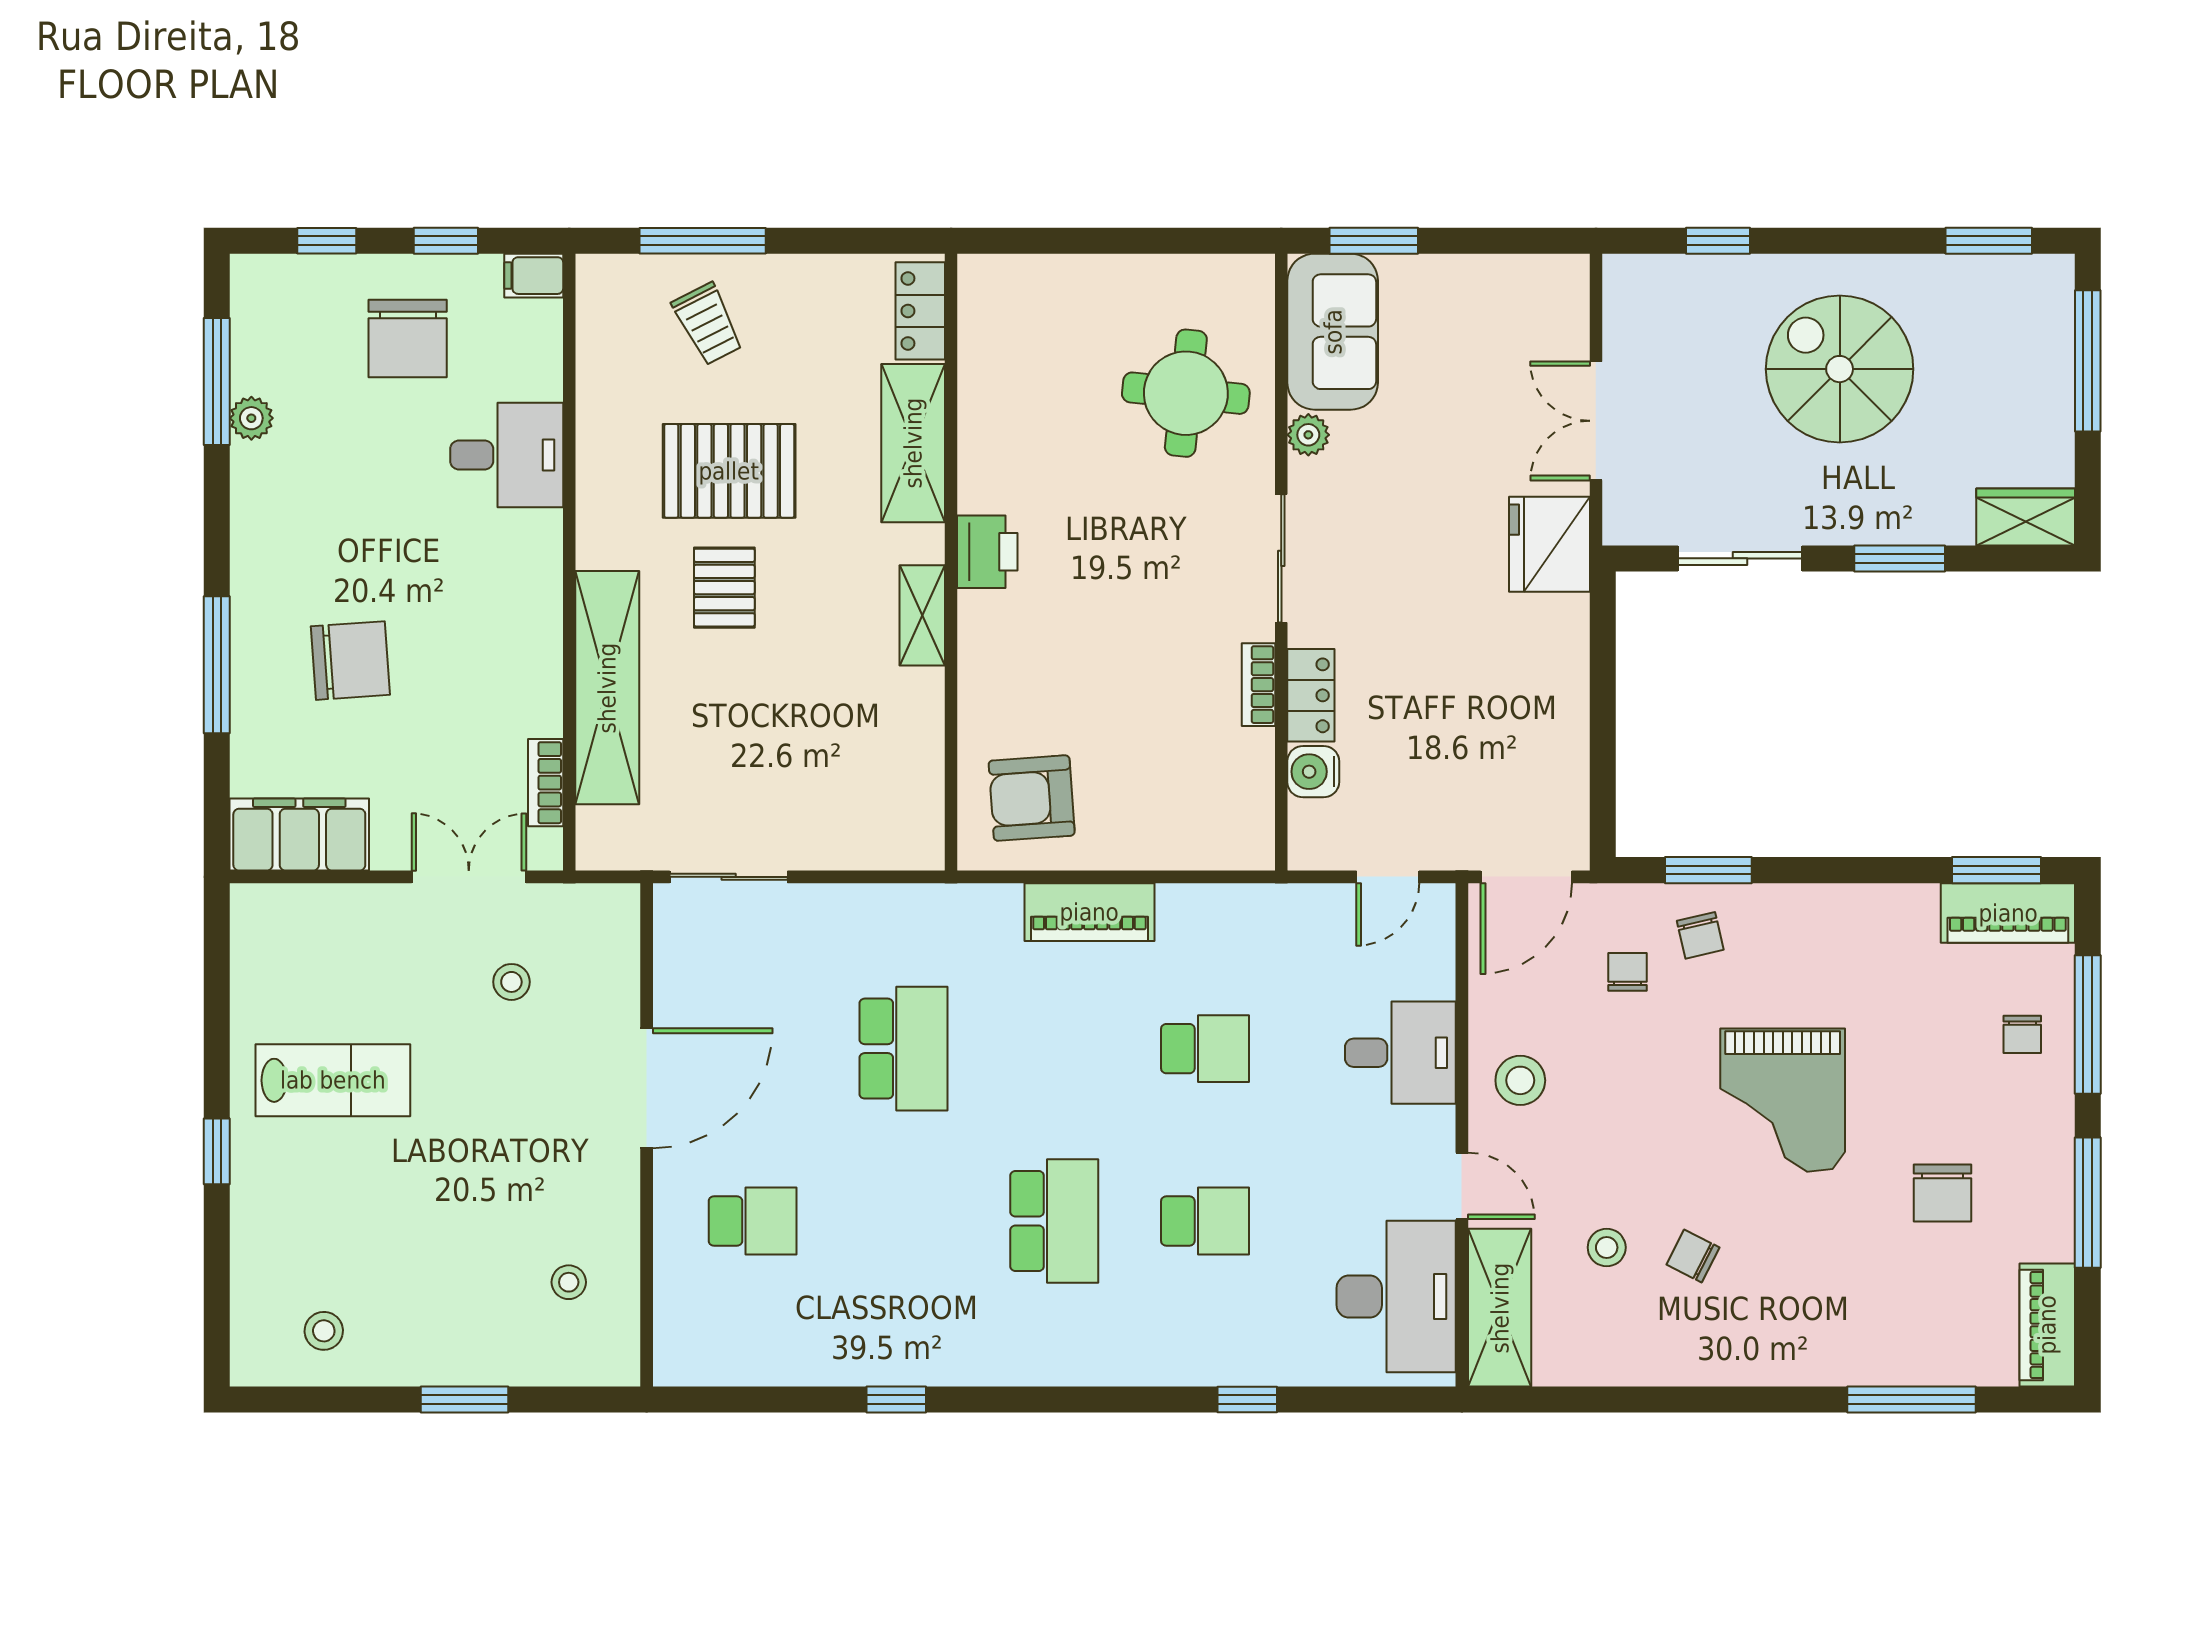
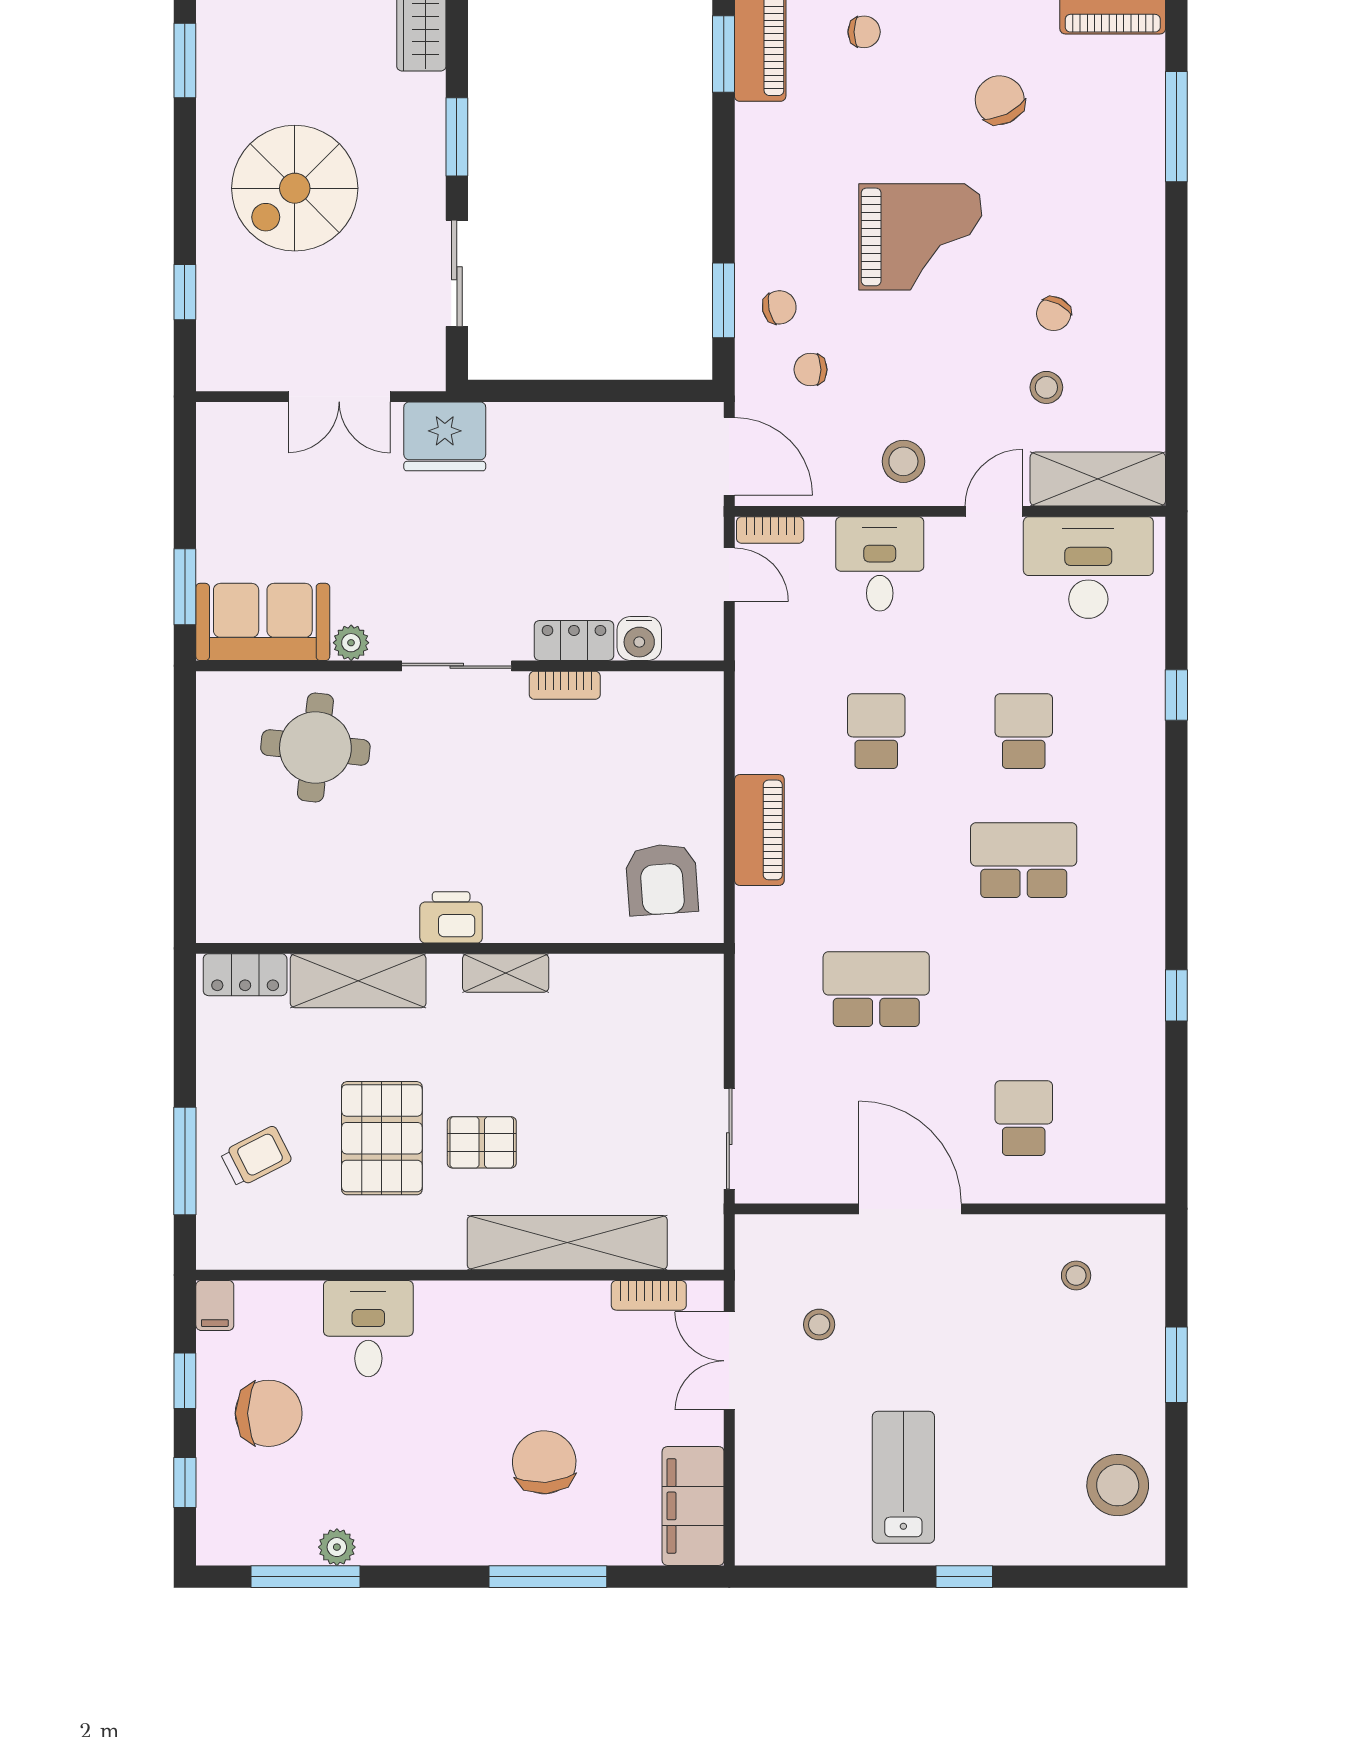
bookcase: (1440, 925) -> (770, 530), added
chair: (1943, 1193) -> (1000, 100), turned -116
stool: (324, 1331) -> (1118, 1485), width x1.89, depth x1.89

